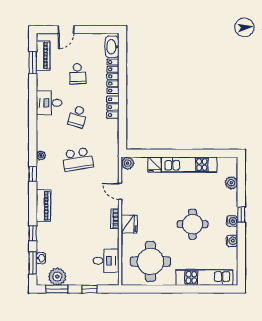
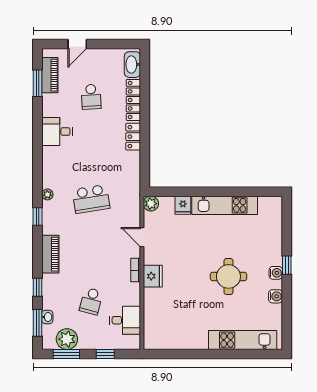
school desk: (78, 117) -> (91, 301), moved
plant: (231, 183) -> (275, 227), removed
round table: (150, 261) -> (178, 321), removed

